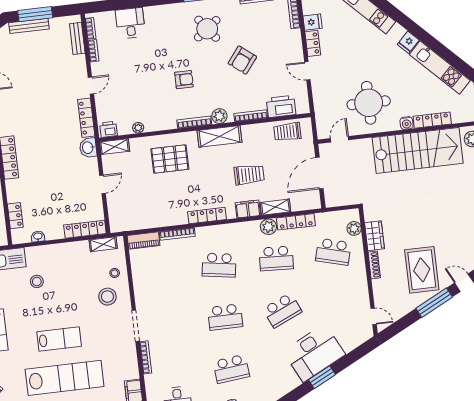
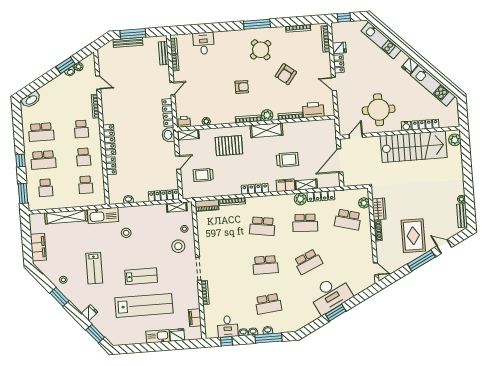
trolley: (287, 132) -> (203, 175), moved
locker: (15, 216) -> (111, 166), moved

